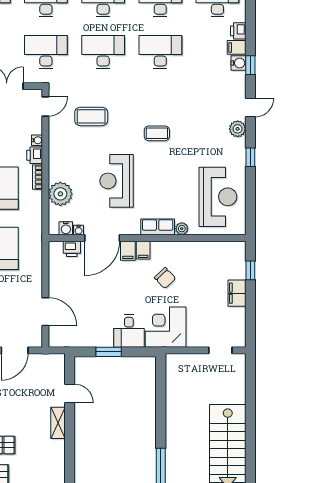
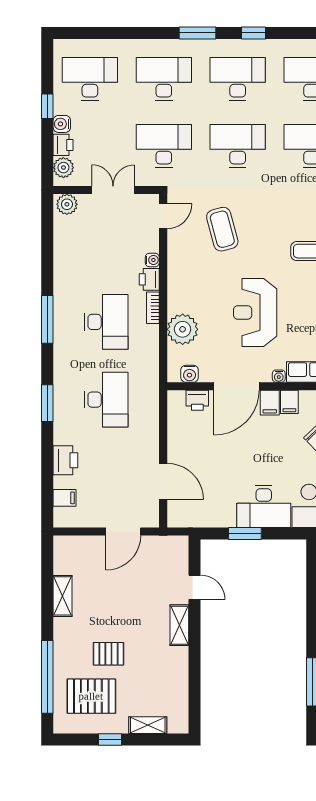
coffee table: (91, 116) -> (222, 229), turned 75
water cooler: (79, 230) -> (279, 376), moved
desk: (129, 331) -> (264, 506), width x1.37

